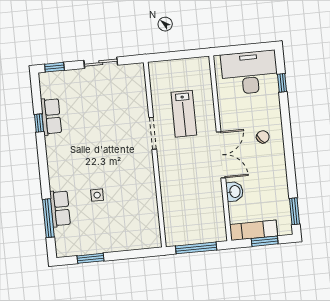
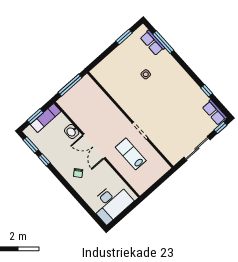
sliding door: (101, 63) -> (197, 149), width x1.37
window: (282, 83) -> (44, 160), moved
row of seats: (51, 116) -> (215, 112), moved
row of seats: (60, 209) -> (152, 43), moved

